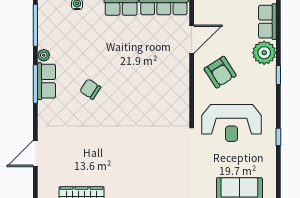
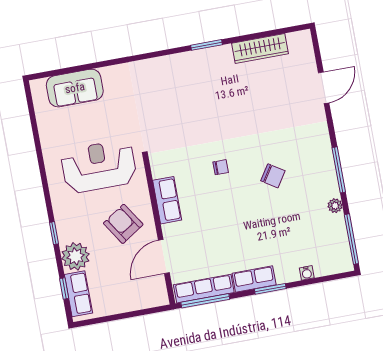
row of seats: (46, 81) -> (167, 200), moved, turned 180
chair: (132, 104) -> (221, 167), added
window: (278, 137) -> (64, 288), moved

